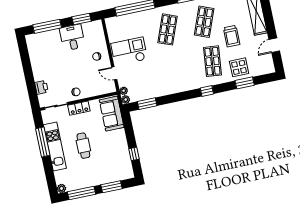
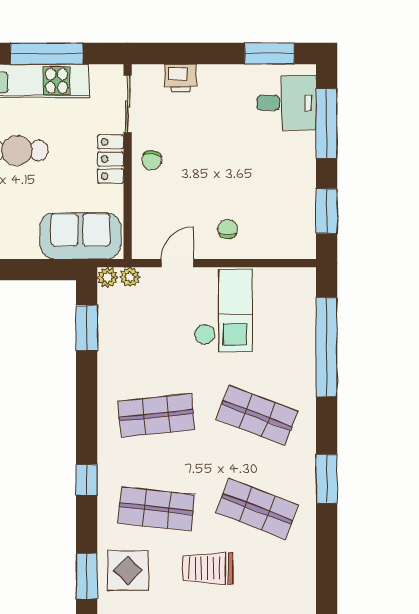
desk: (72, 37) -> (286, 103), moved
window: (24, 54) -> (269, 54), added
shop shelf: (176, 69) -> (156, 415), added

